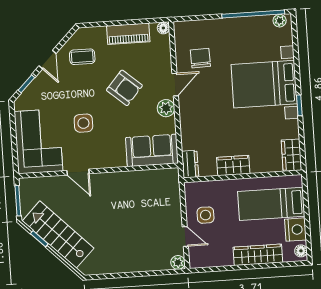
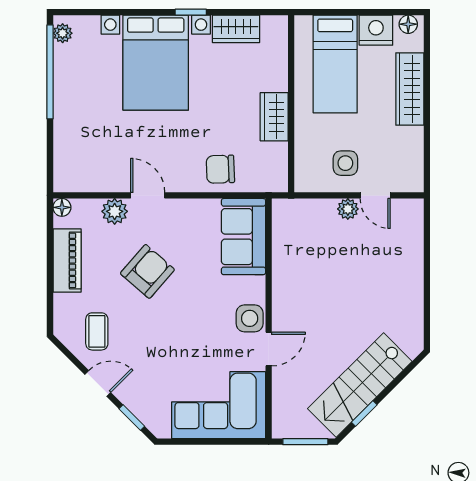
chair: (200, 58) -> (220, 169), moved
plant: (166, 108) -> (115, 211), moved
side table: (83, 123) -> (250, 318), moved
wardrobe: (291, 155) -> (236, 29), moved
dresser: (190, 164) -> (268, 181), removed
door: (185, 236) -> (375, 195), swing flipped
plant: (178, 262) -> (348, 209), moved

